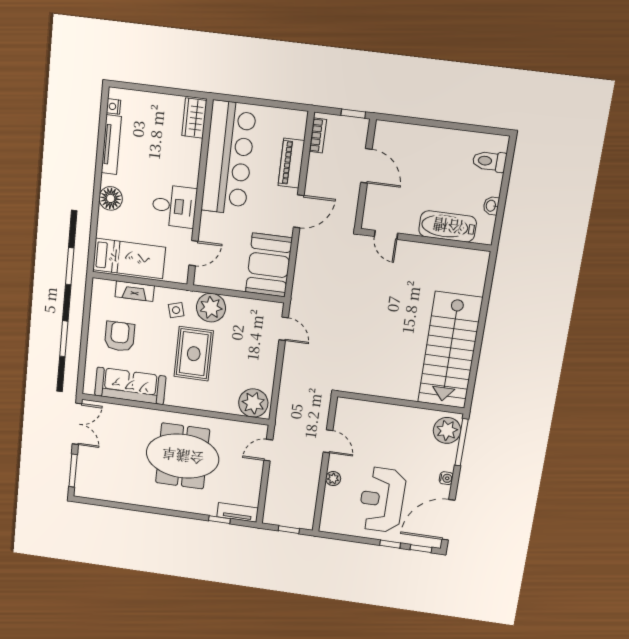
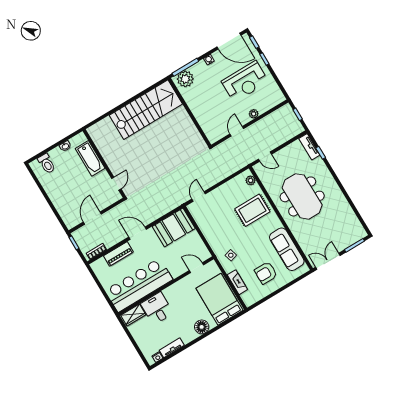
tv unit: (111, 145) -> (172, 348), width x0.71
desk: (174, 206) -> (157, 308), moved
bed: (129, 258) -> (219, 299), width x1.50
plant: (211, 308) -> (216, 239), removed
rug: (194, 354) -> (252, 210), moved
plant: (253, 403) -> (251, 180), width x0.53, depth x0.53

